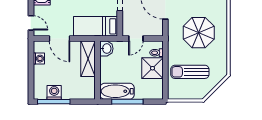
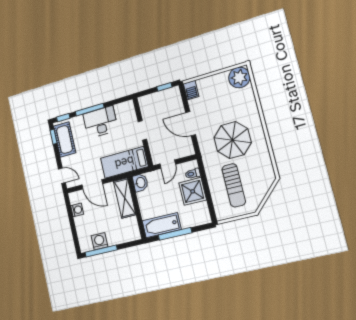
sun lounger: (190, 72) -> (234, 185), turned -90

